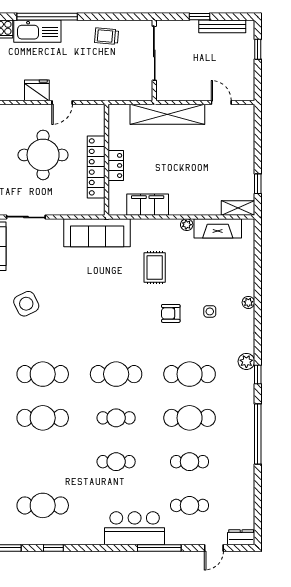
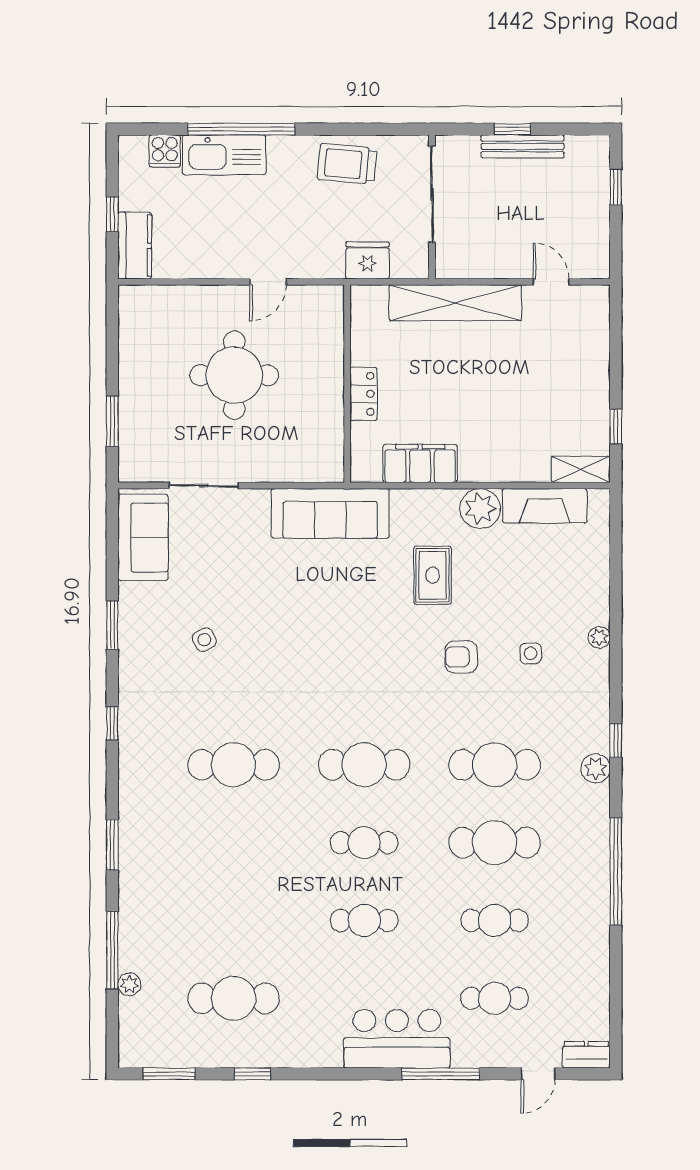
bench: (222, 26) -> (523, 146), moved
trolley: (107, 36) -> (347, 164), width x1.36, depth x1.39
fridge: (37, 90) -> (368, 260), moved
locker: (96, 167) -> (329, 396), removed
plant: (187, 225) -> (480, 509), width x1.88, depth x1.88
side table: (26, 304) -> (204, 640), width x0.54, depth x0.54
plant: (246, 361) -> (596, 768), moved
window: (258, 375) -> (616, 741), moved
cafe table: (43, 418) -> (234, 843), removed

